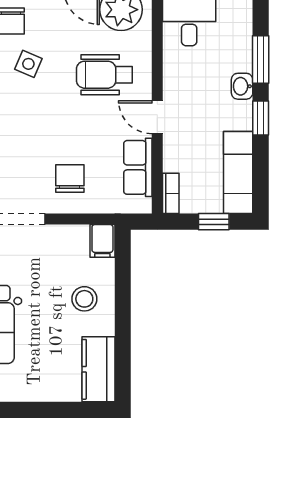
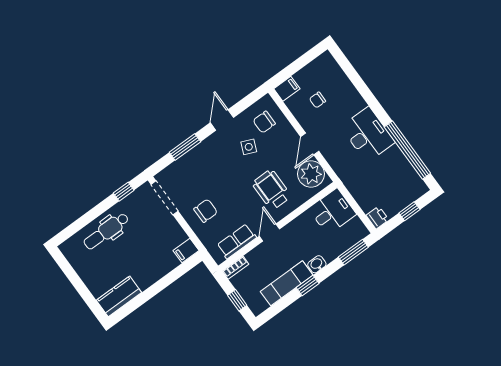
window: (261, 60) -> (353, 252), moved
exam couch: (238, 173) -> (287, 283), moved
stool: (84, 299) -> (150, 263), removed

